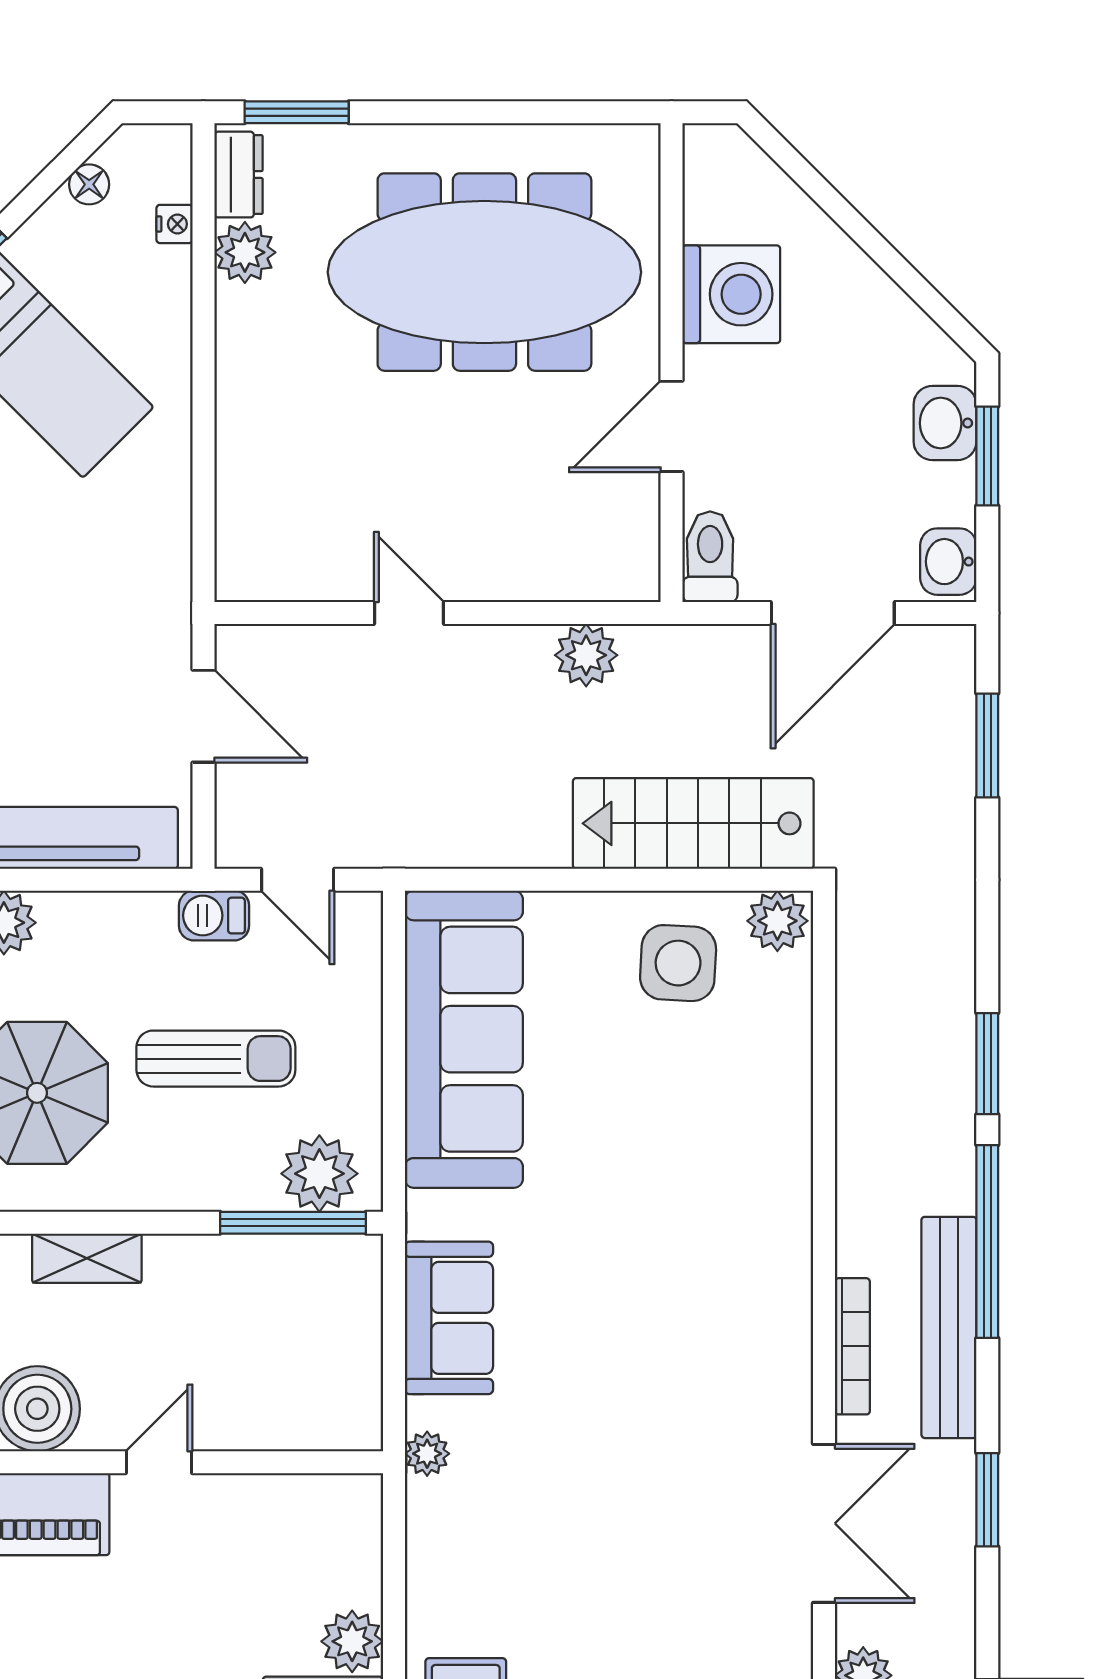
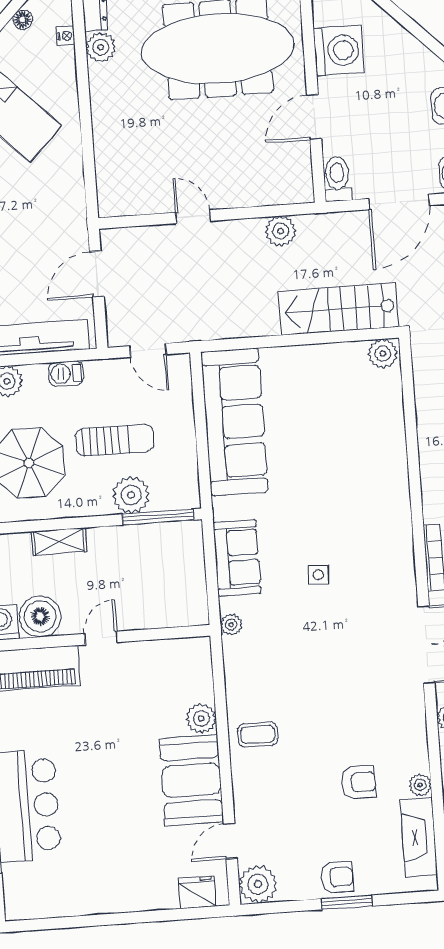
door: (203, 716) -> (97, 274), swing flipped
barbecue: (214, 916) -> (66, 374), moved
side table: (678, 963) -> (318, 575), moved, width x0.54, depth x0.54
plant: (319, 1174) -> (131, 495), moved

